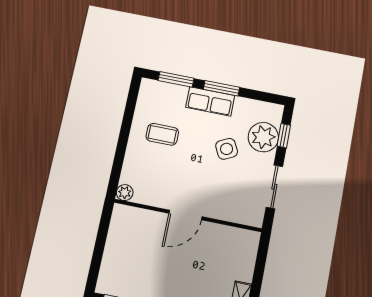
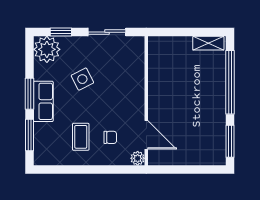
plant: (263, 137) -> (47, 49), moved
chair: (155, 167) -> (110, 137), added
door: (186, 215) -> (146, 135), moved

